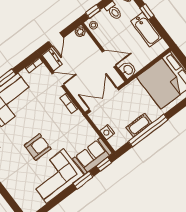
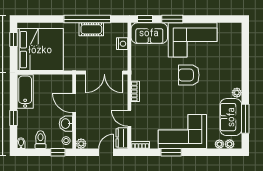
bathtub: (146, 29) -> (25, 92), moved
washbasin: (128, 70) -> (66, 124), moved

